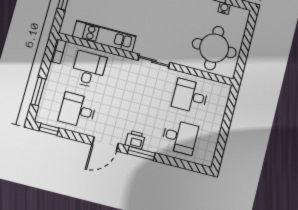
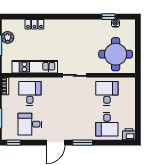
desk: (190, 96) -> (107, 93), turned 90
desk: (180, 137) -> (107, 124), turned 90
printer: (135, 140) -> (129, 134), moved

